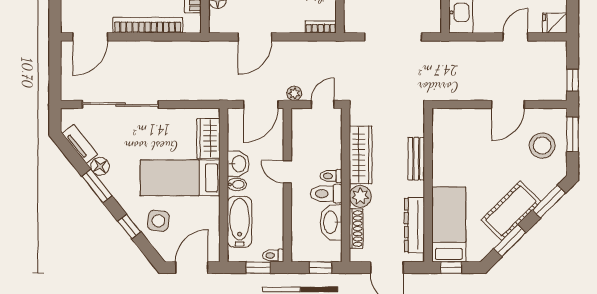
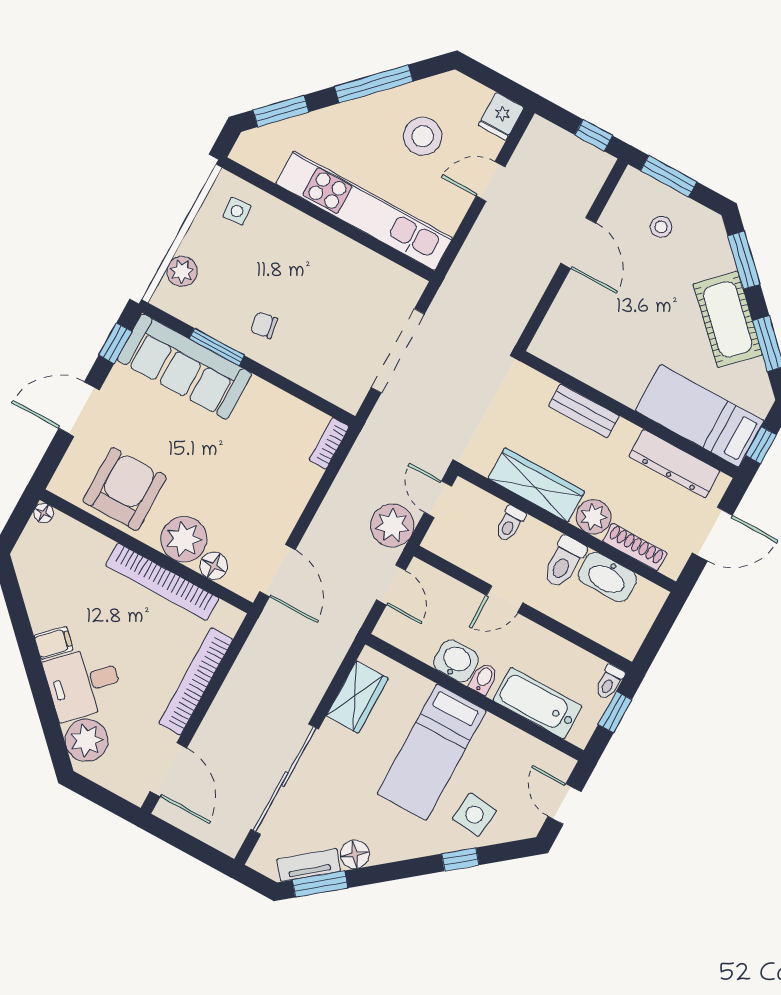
door: (255, 37) -> (277, 571), moved
door: (515, 37) -> (490, 182), hinge flipped
plant: (294, 93) -> (392, 525), width x1.88, depth x1.88
door: (261, 104) -> (391, 585), width x0.73
wardrobe: (208, 138) -> (357, 697), moved, turned -90
stool: (542, 146) -> (661, 227), width x0.53, depth x0.53
toilet: (331, 176) -> (510, 524), moved
window: (97, 186) -> (320, 884), moved
door: (192, 268) -> (564, 804), width x0.73
window: (321, 268) -> (662, 626), removed

